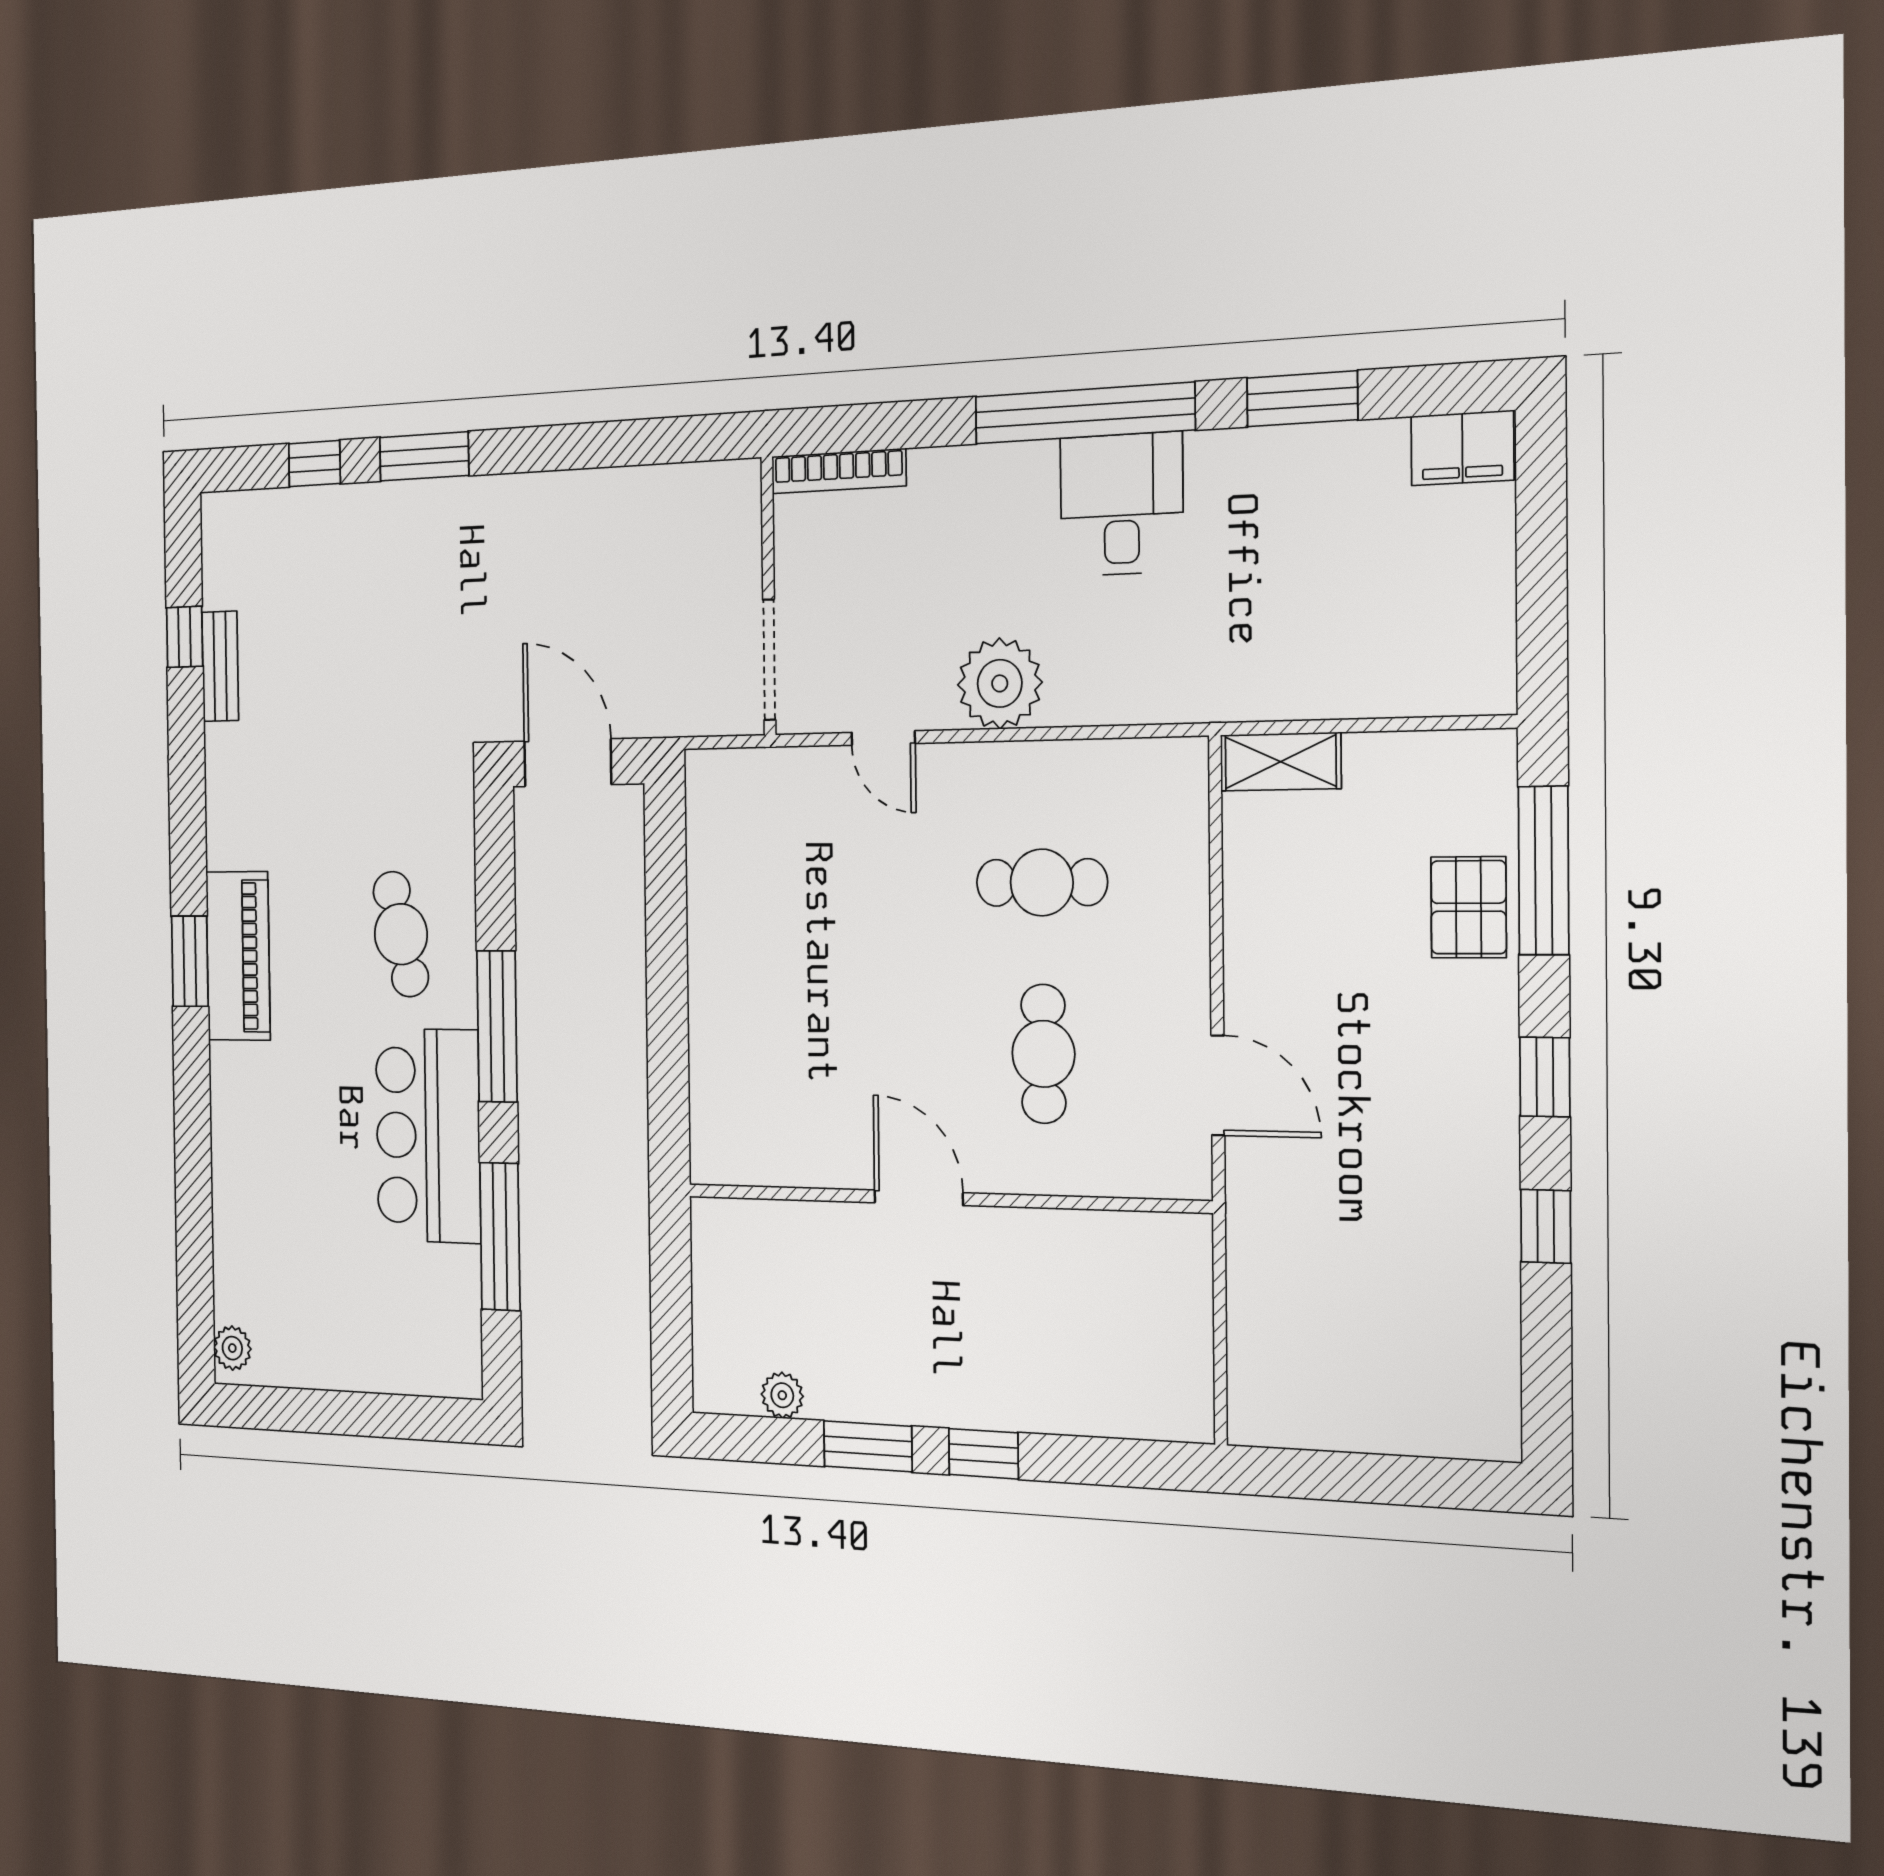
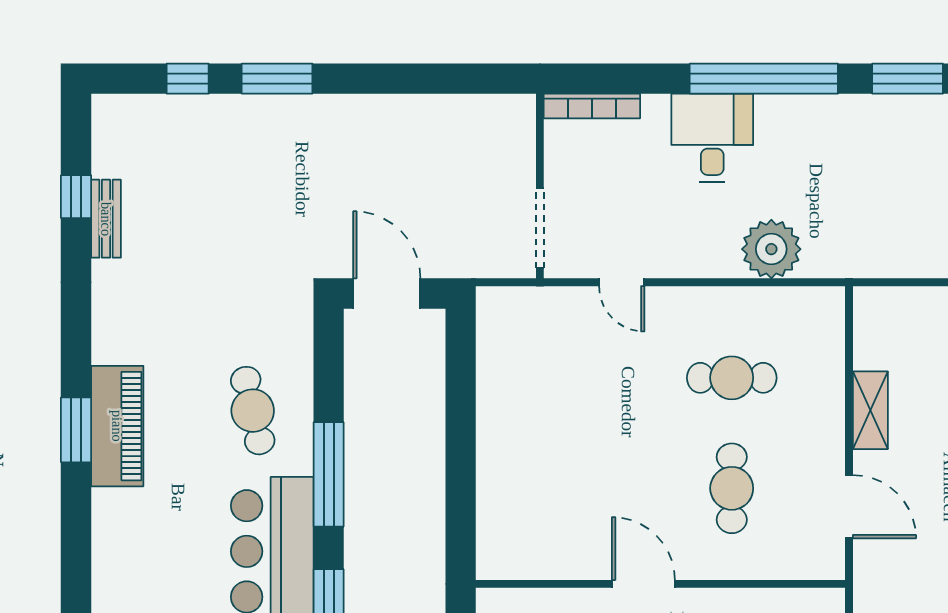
desk: (1121, 504) -> (712, 138), moved
plant: (1000, 683) -> (771, 249), moved
shelving: (1280, 762) -> (870, 410), moved, turned 90

